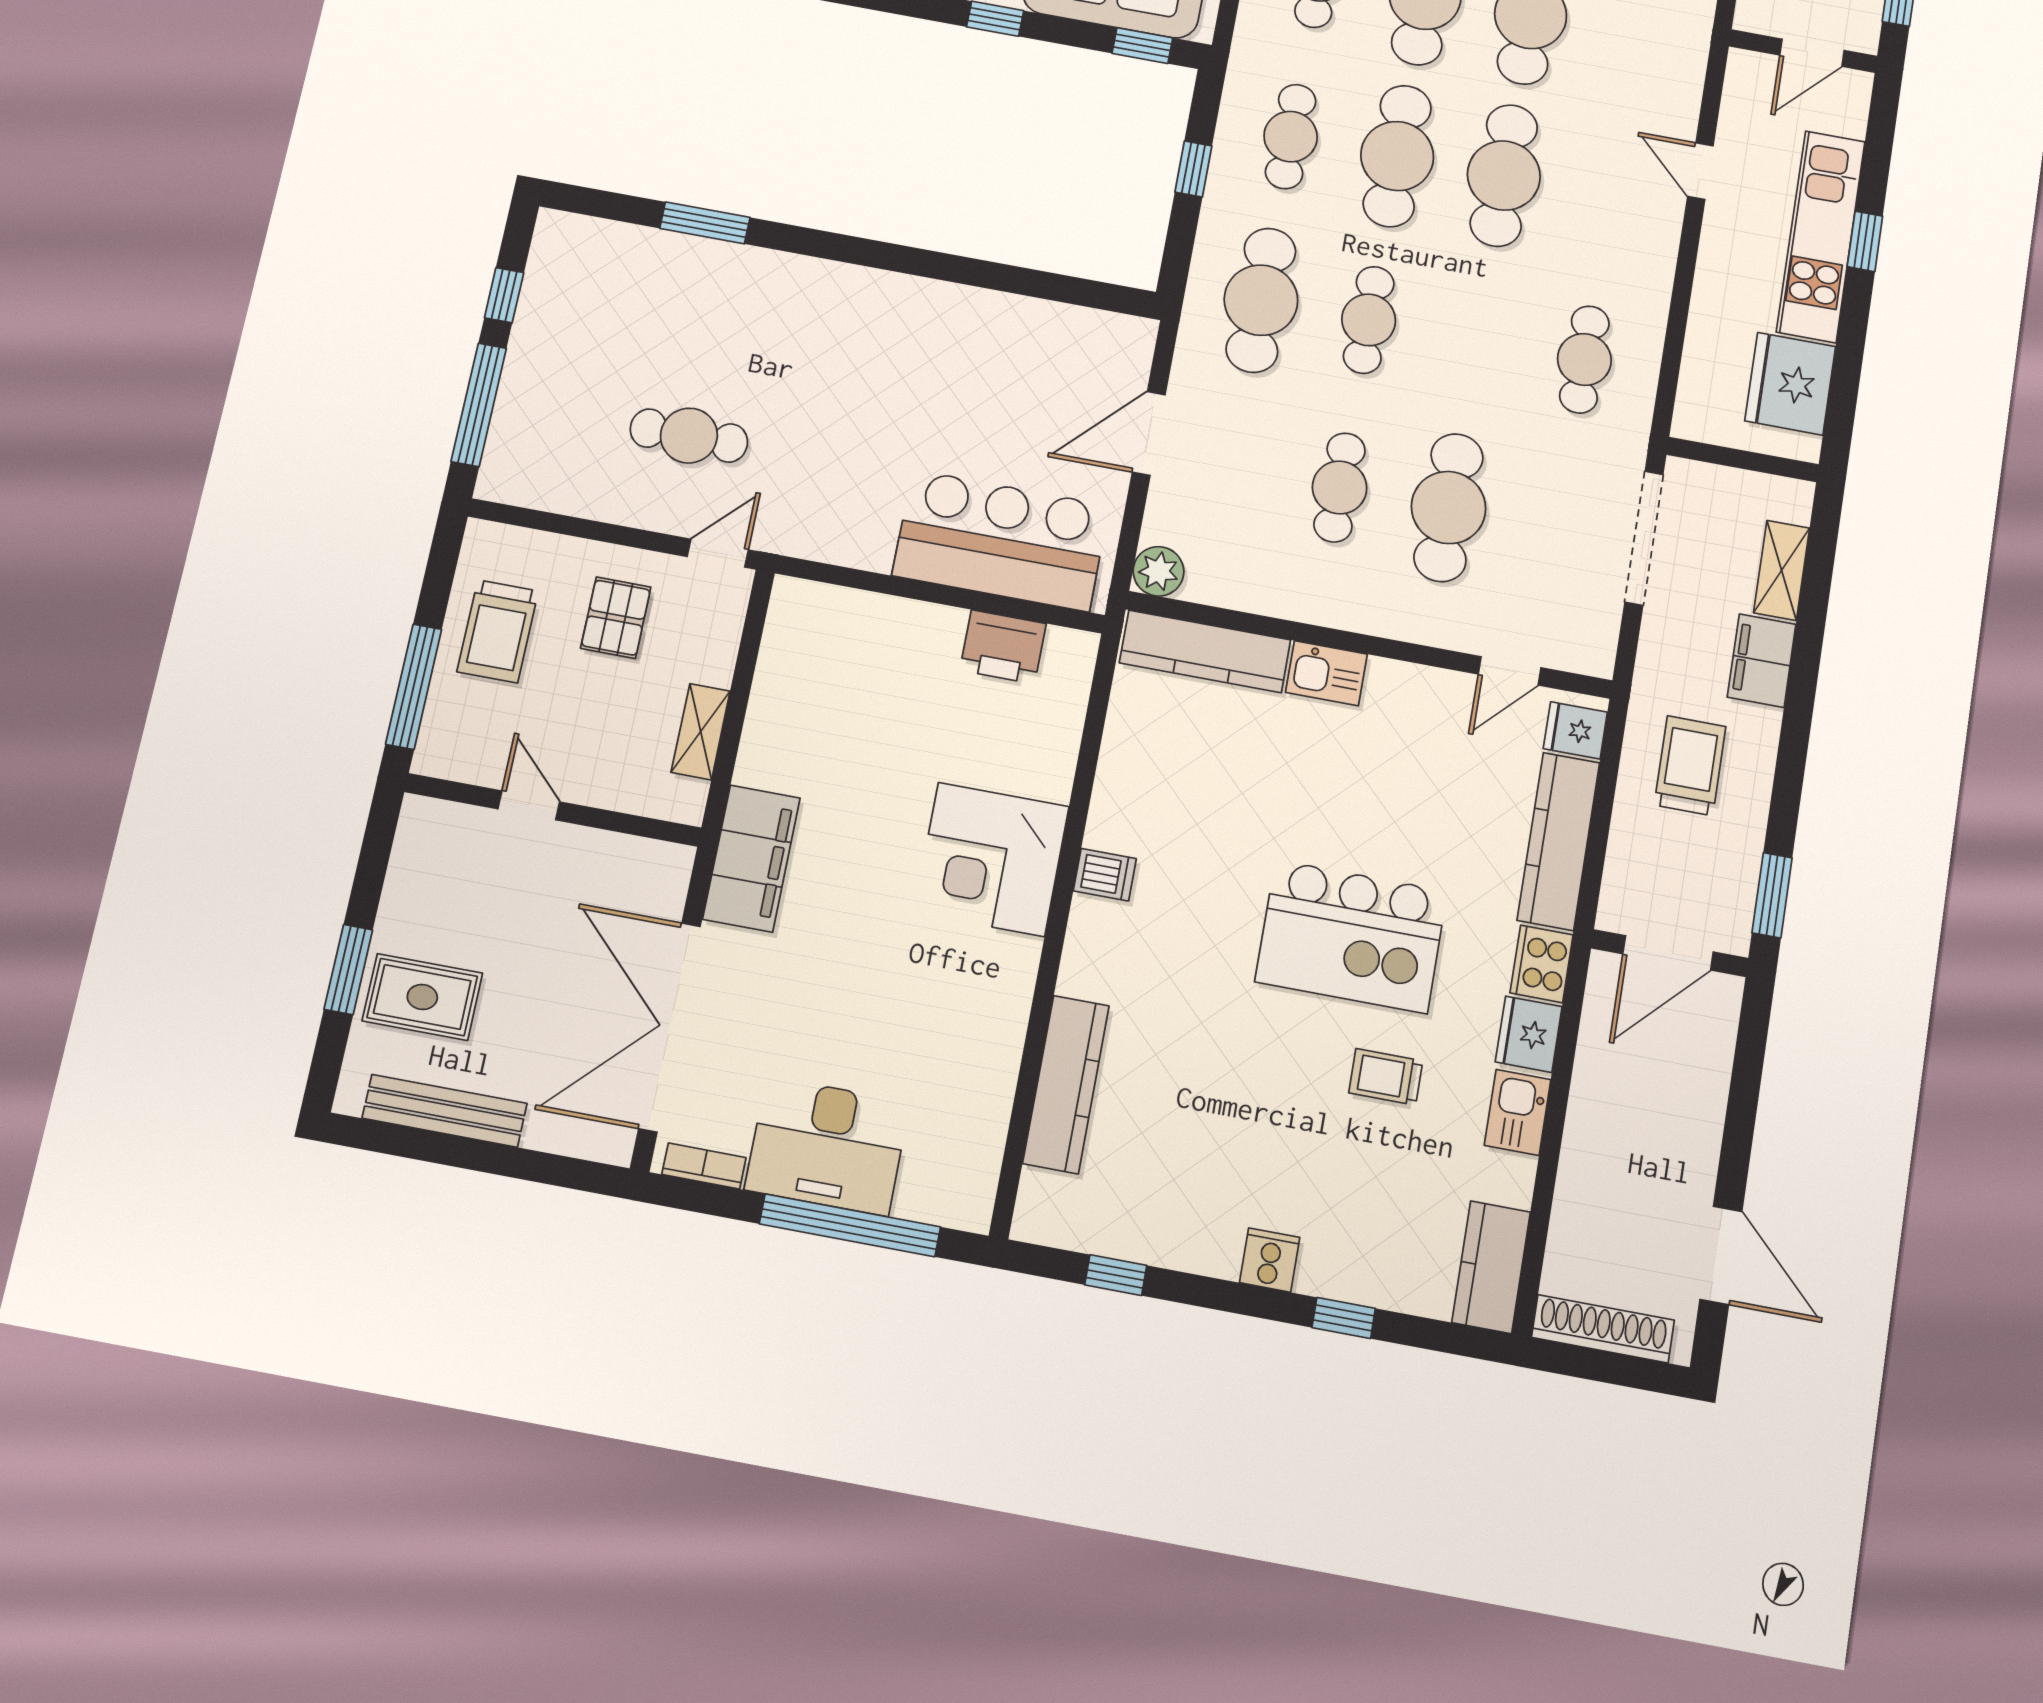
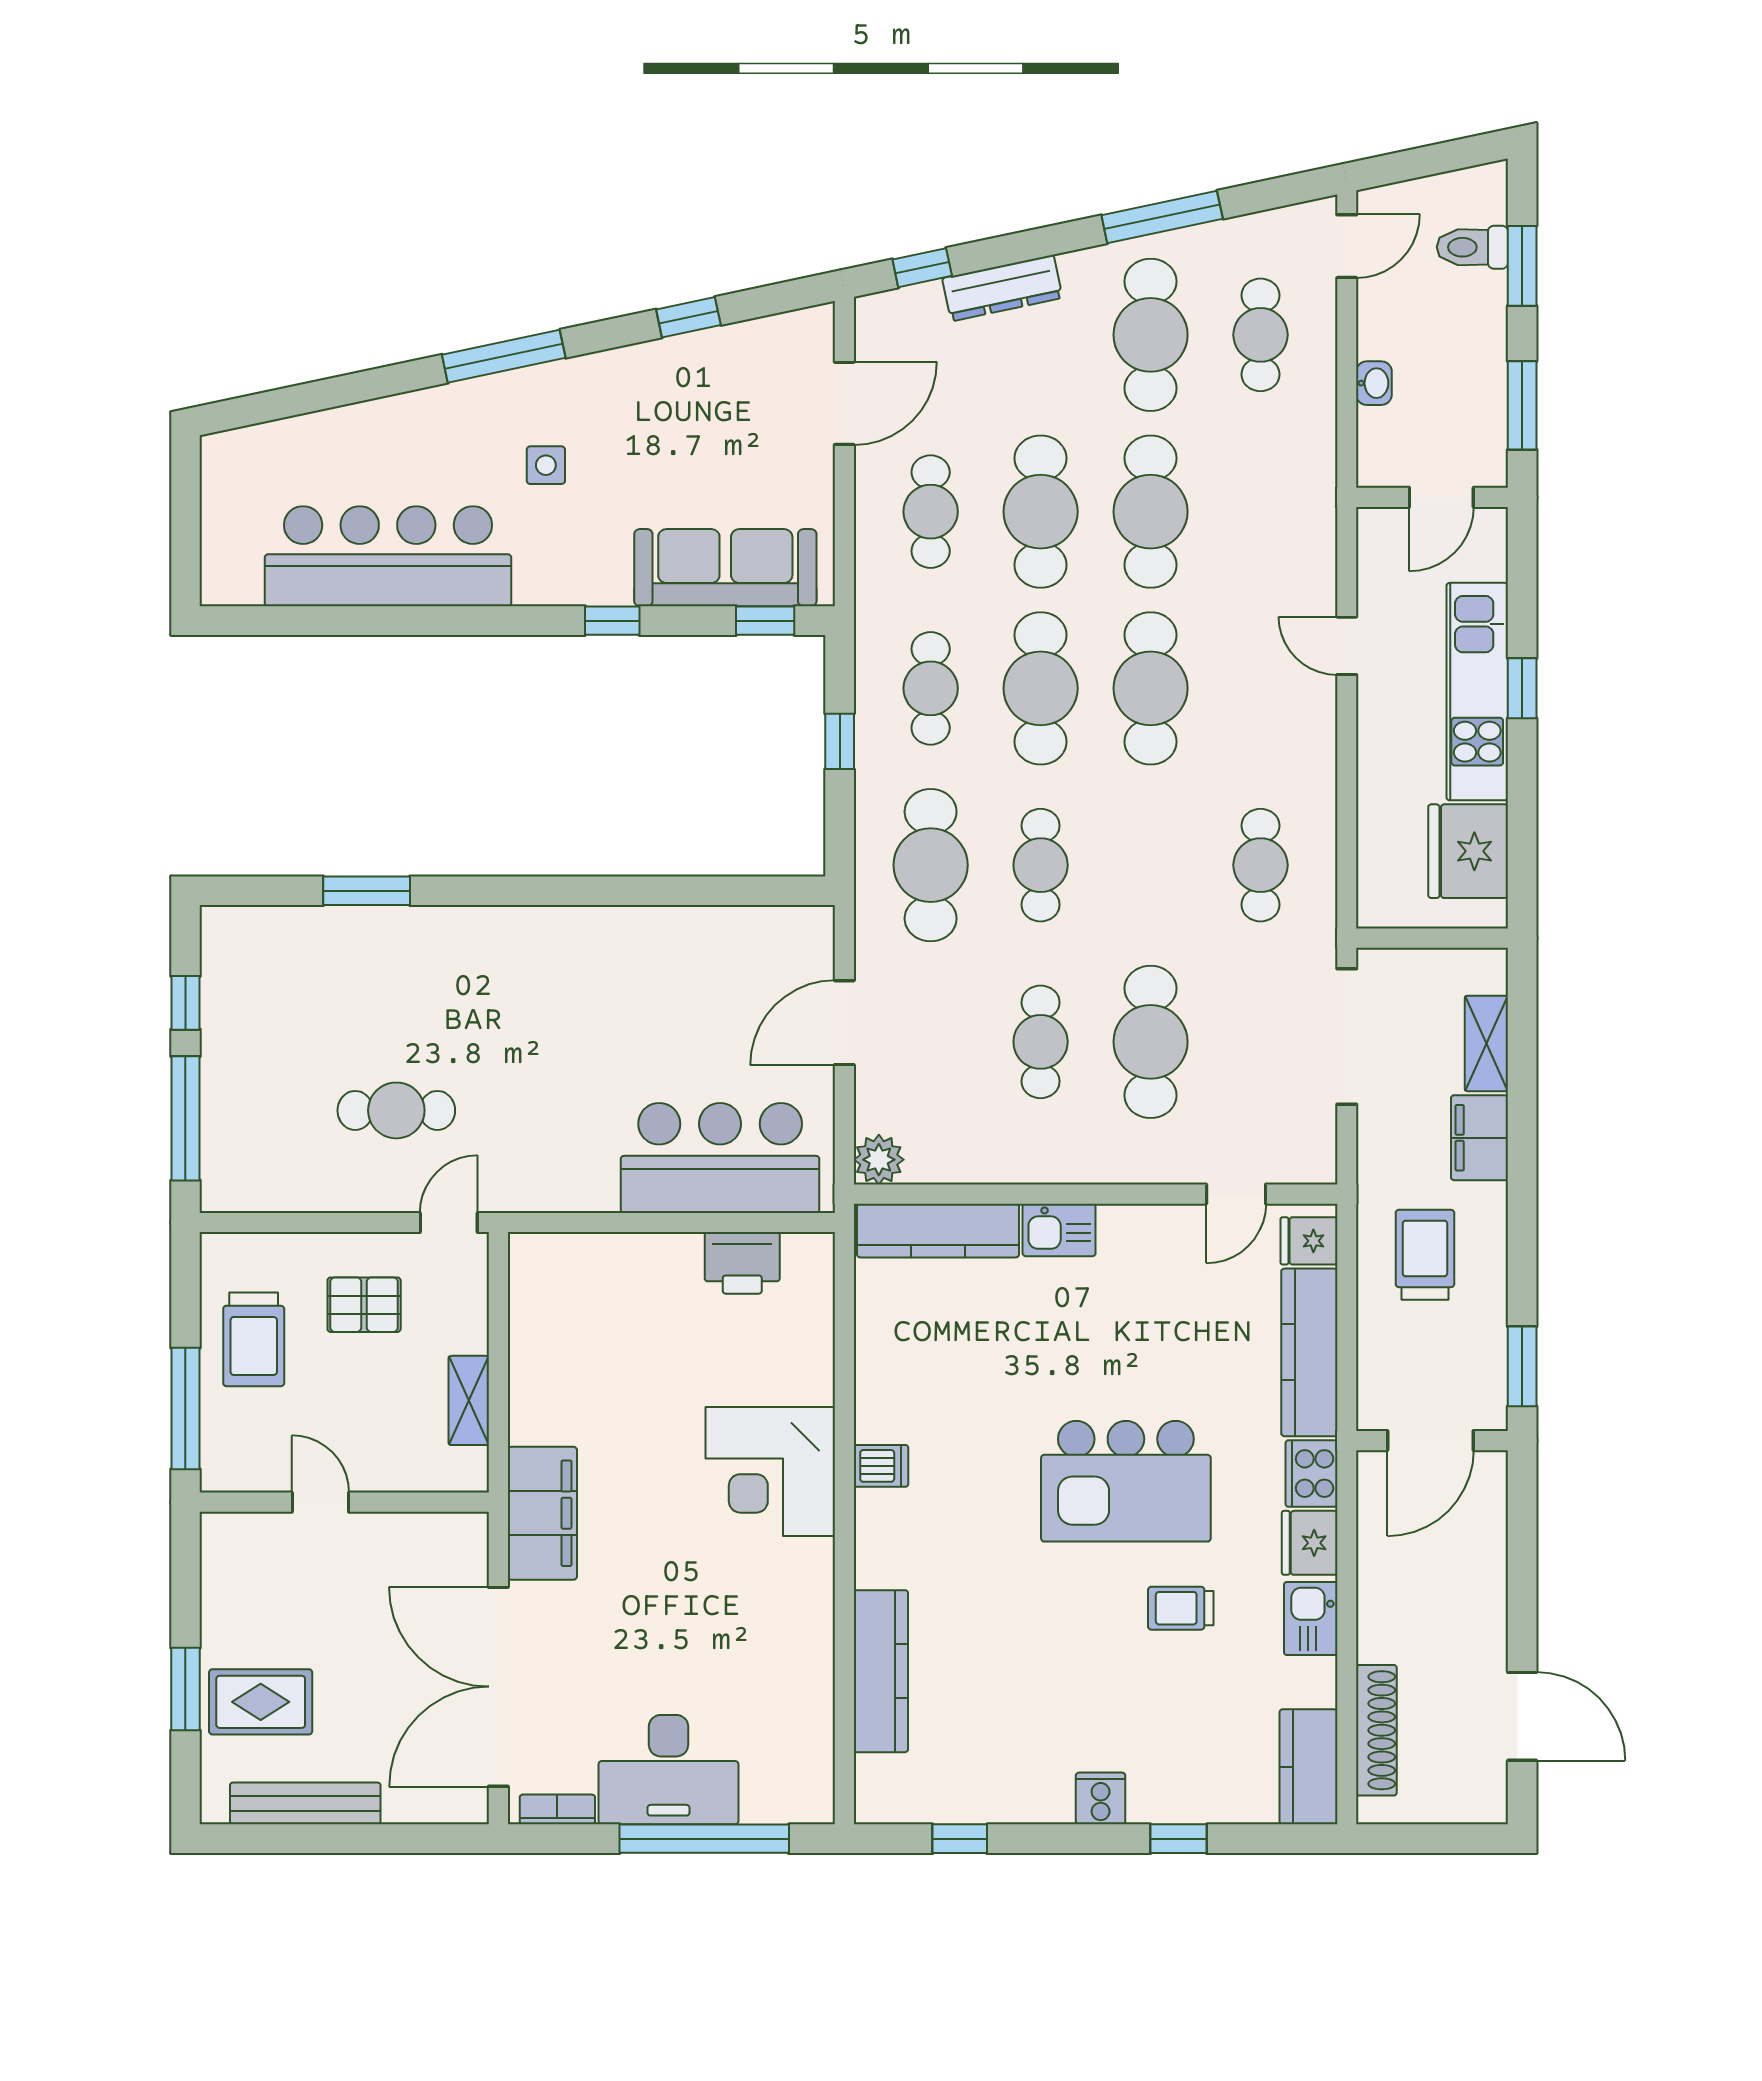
pallet: (616, 618) -> (364, 1305), turned 90
shoe rack: (1603, 1329) -> (1376, 1730), moved, turned 90

